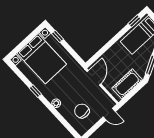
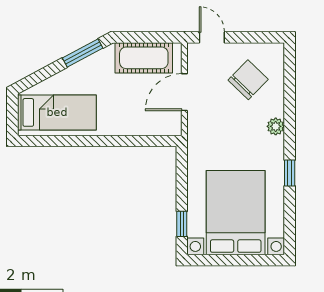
window: (134, 21) -> (47, 141), removed
door: (94, 78) -> (184, 92), moved
chair: (82, 111) -> (248, 80), turned -136

